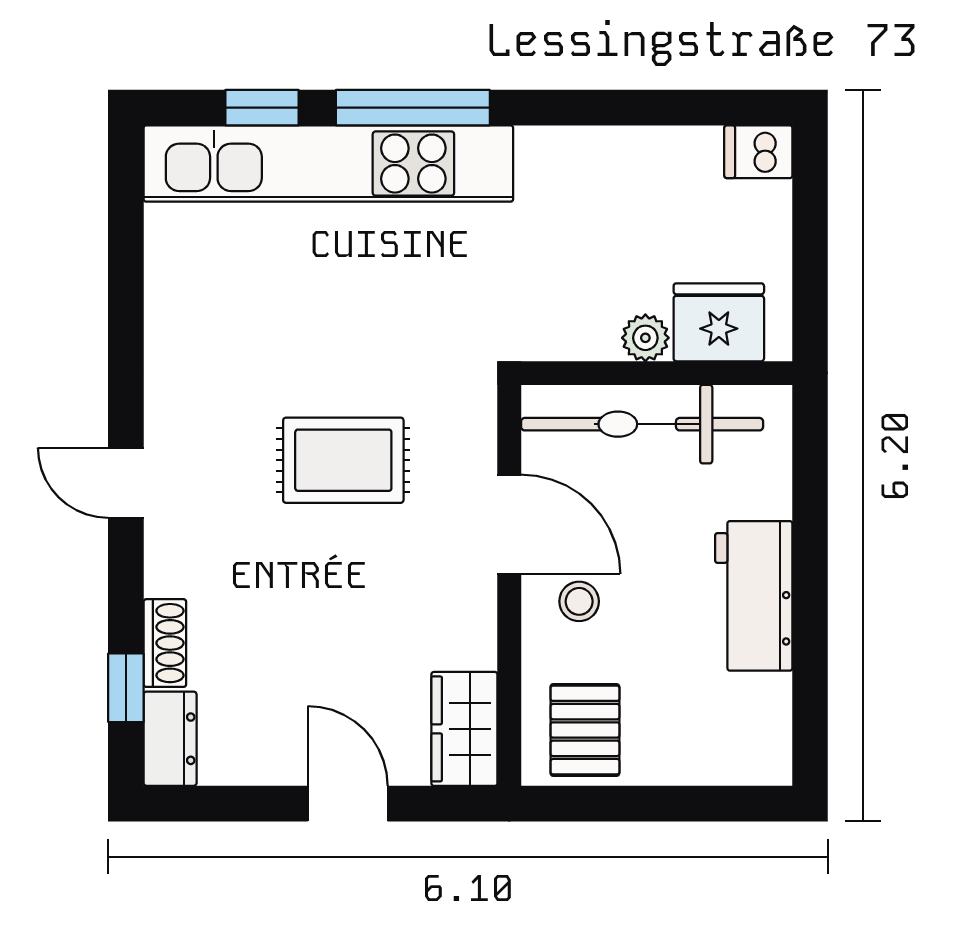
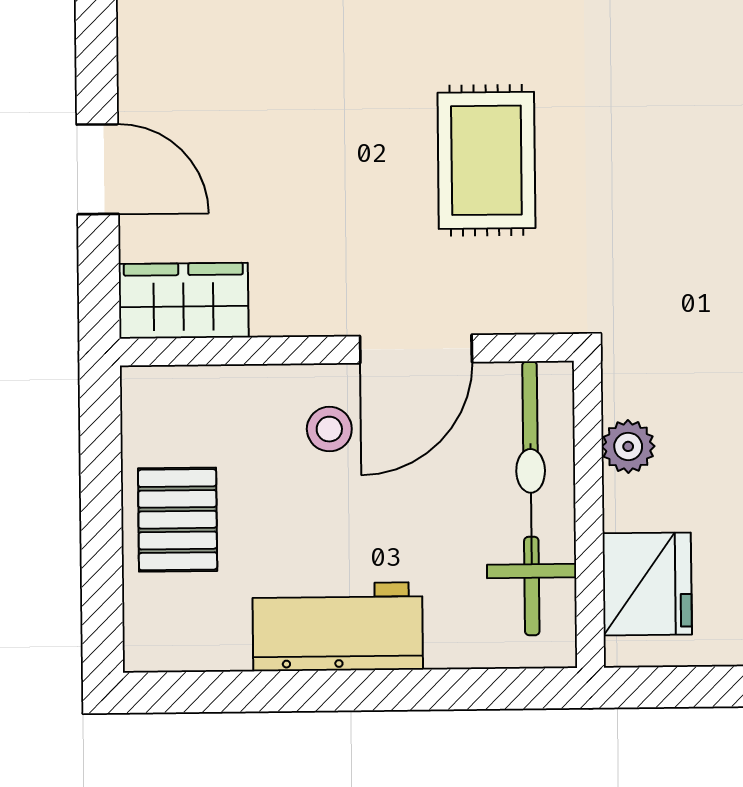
plant: (645, 338) -> (628, 446), moved
pallet: (585, 730) -> (178, 520), moved, turned 90
door: (348, 804) -> (98, 169), hinge flipped

